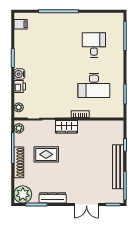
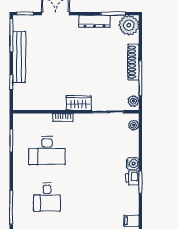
desk: (94, 85) -> (47, 151), turned 180
printer: (20, 87) -> (132, 178), moved
rug: (46, 154) -> (102, 71), removed

